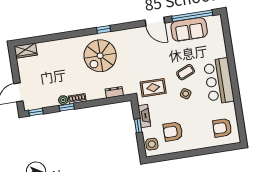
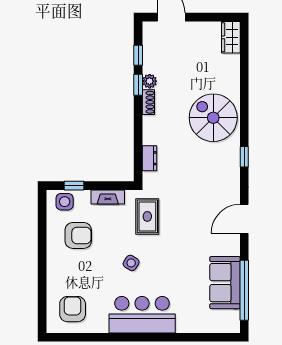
door: (155, 22) -> (244, 219), moved
spiral stairs: (100, 56) -> (213, 118), moved
coffee table: (186, 72) -> (163, 268), removed
window: (36, 112) -> (138, 55), moved
window: (138, 126) -> (74, 186), moved
armchair: (173, 132) -> (78, 235), turned 90

